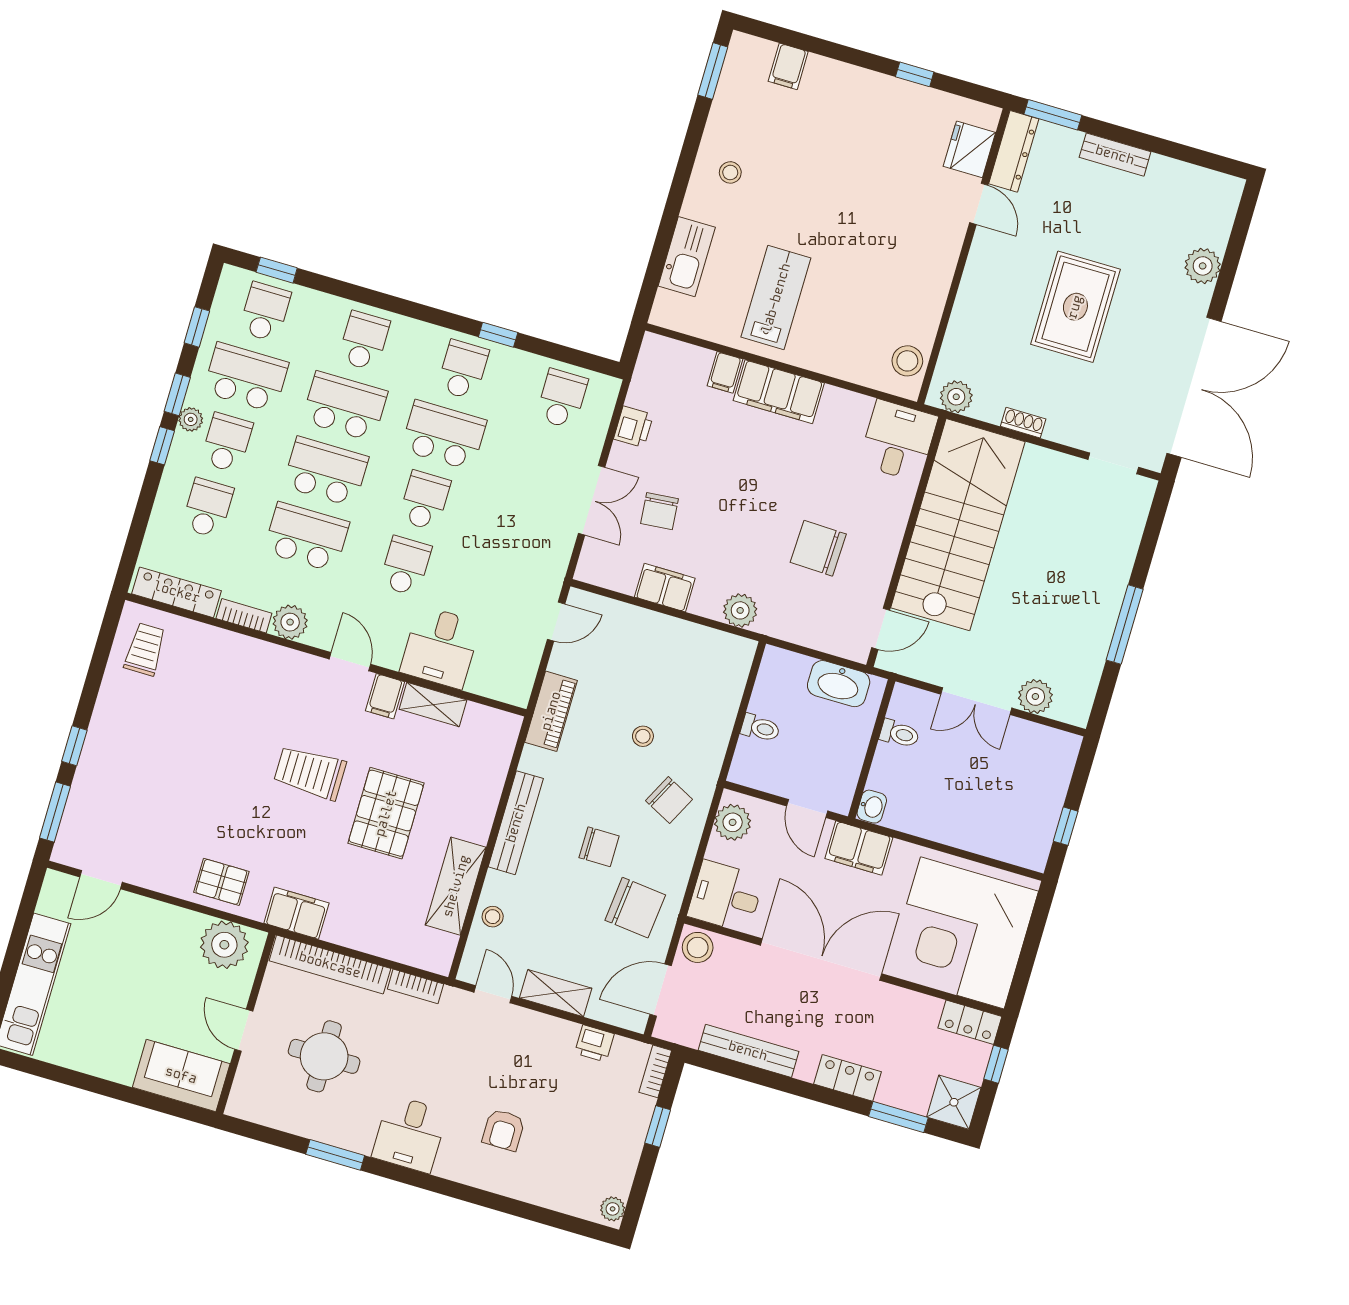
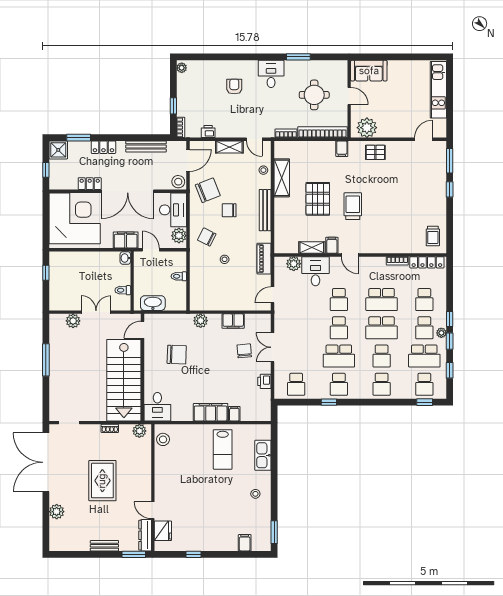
school desk: (345, 406) -> (382, 356), width x0.54
plant: (290, 622) -> (294, 264), moved
trolley: (310, 773) -> (353, 206), turned -90
desk: (726, 896) -> (173, 210), width x1.37
chair: (635, 908) -> (208, 190), turned 152
filing cabinet: (296, 913) -> (342, 149), width x0.50
locker: (970, 1022) -> (90, 184), moved

